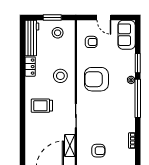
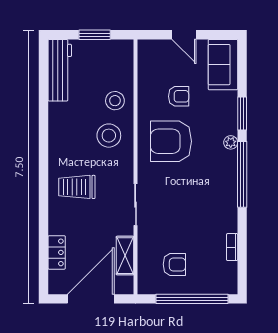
stool: (58, 33) -> (115, 101), moved
armchair: (91, 42) -> (179, 96), moved
locker: (30, 67) -> (57, 252), moved

